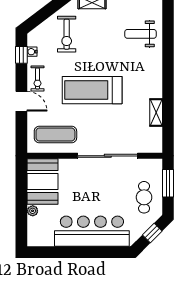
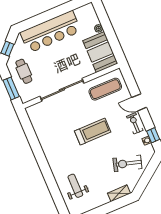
exercise bike: (67, 34) -> (127, 163), turned -74
weight bench: (141, 34) -> (75, 186), turned -90
treadmill: (92, 90) -> (93, 132), width x0.73, depth x0.73
shelving: (156, 113) -> (41, 135), removed

